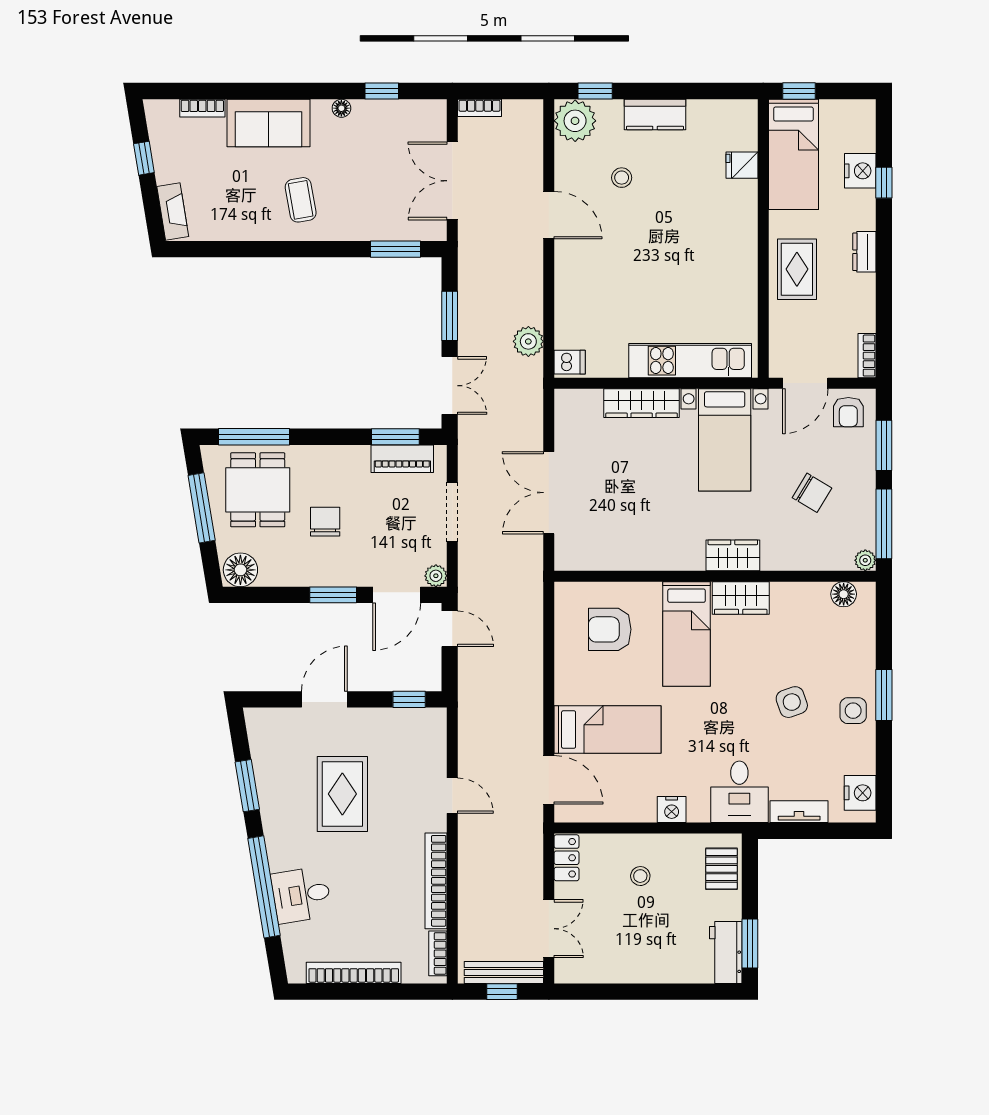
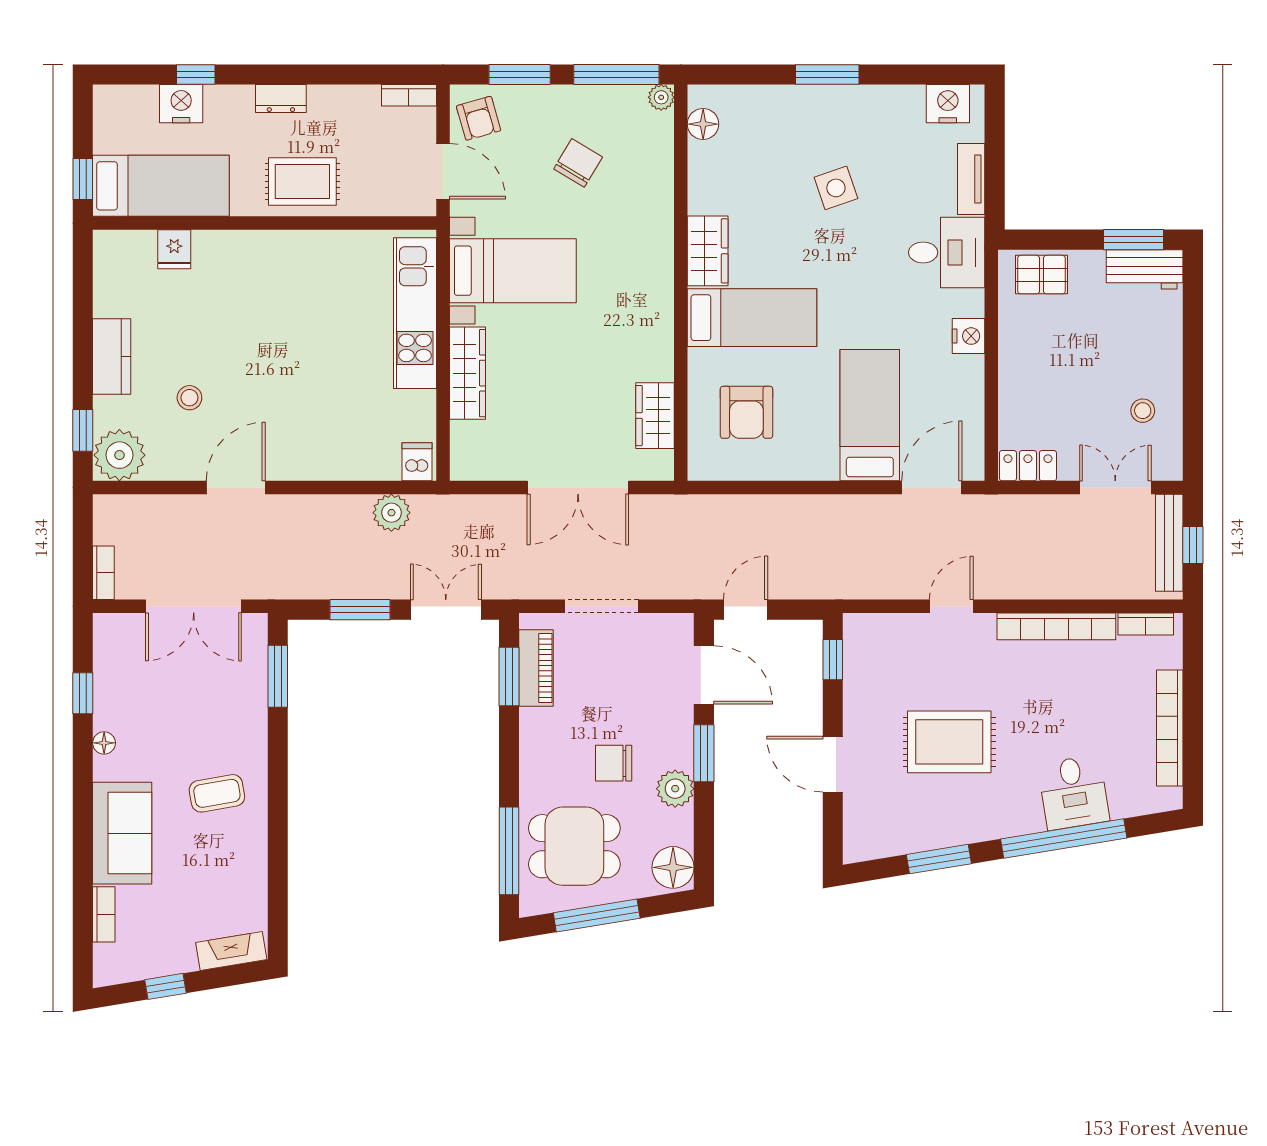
armchair: (848, 412) -> (479, 118), turned 74
wardrobe: (733, 555) -> (655, 416), moved
plant: (436, 576) -> (675, 789), moved, width x1.38, depth x1.38
side table: (853, 711) -> (847, 112), removed
stool: (640, 876) -> (1143, 411), moved

